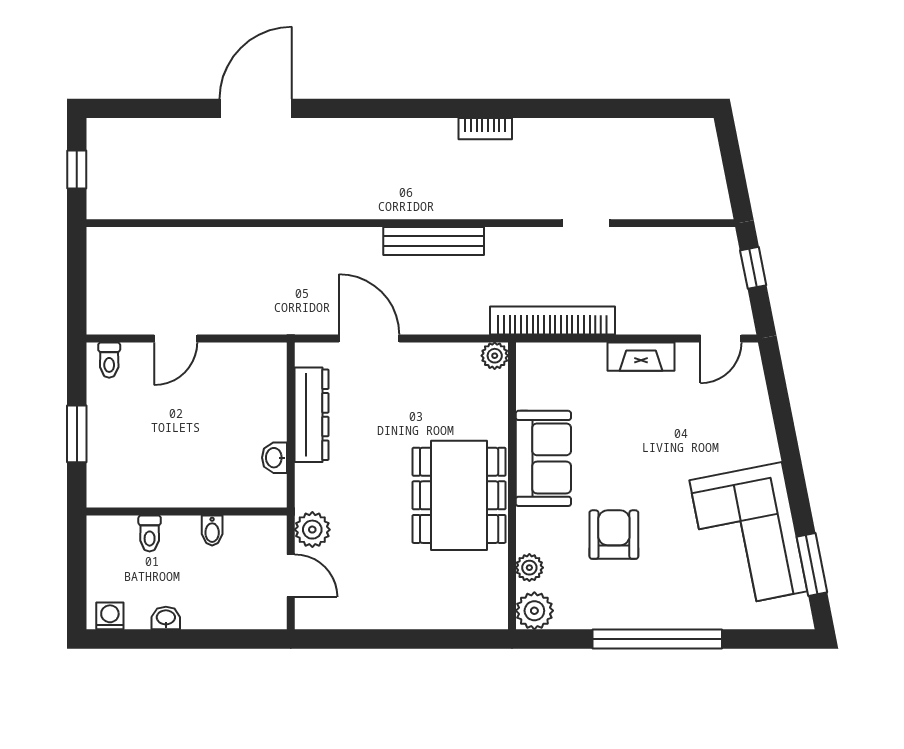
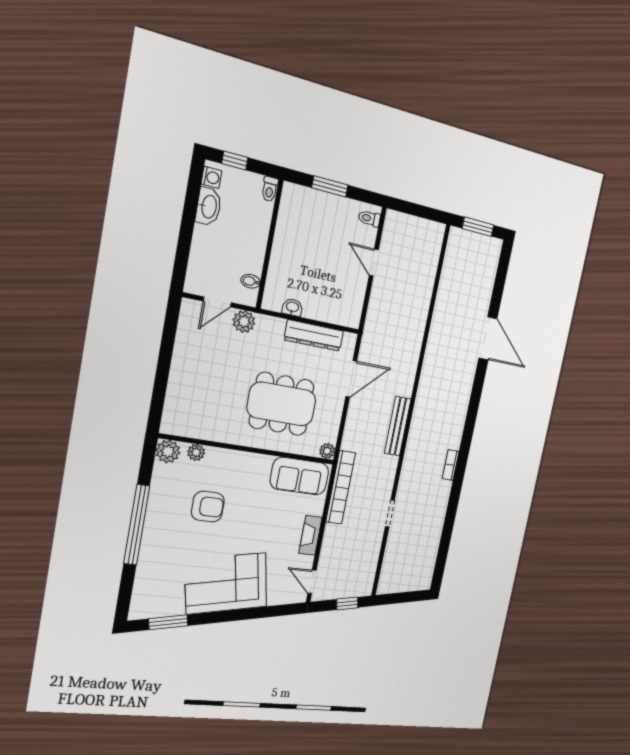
window: (77, 169) -> (478, 227), width x1.50
sofa: (543, 458) -> (300, 476), moved
dining table: (459, 495) -> (282, 404), moved
bidet: (212, 530) -> (251, 281), moved
toilet: (150, 533) -> (270, 189), moved, turned -90
corner sofa: (748, 536) -> (226, 583), moved
window: (77, 586) -> (235, 161), added
washbasin: (166, 618) -> (209, 207), width x1.91, depth x1.45

